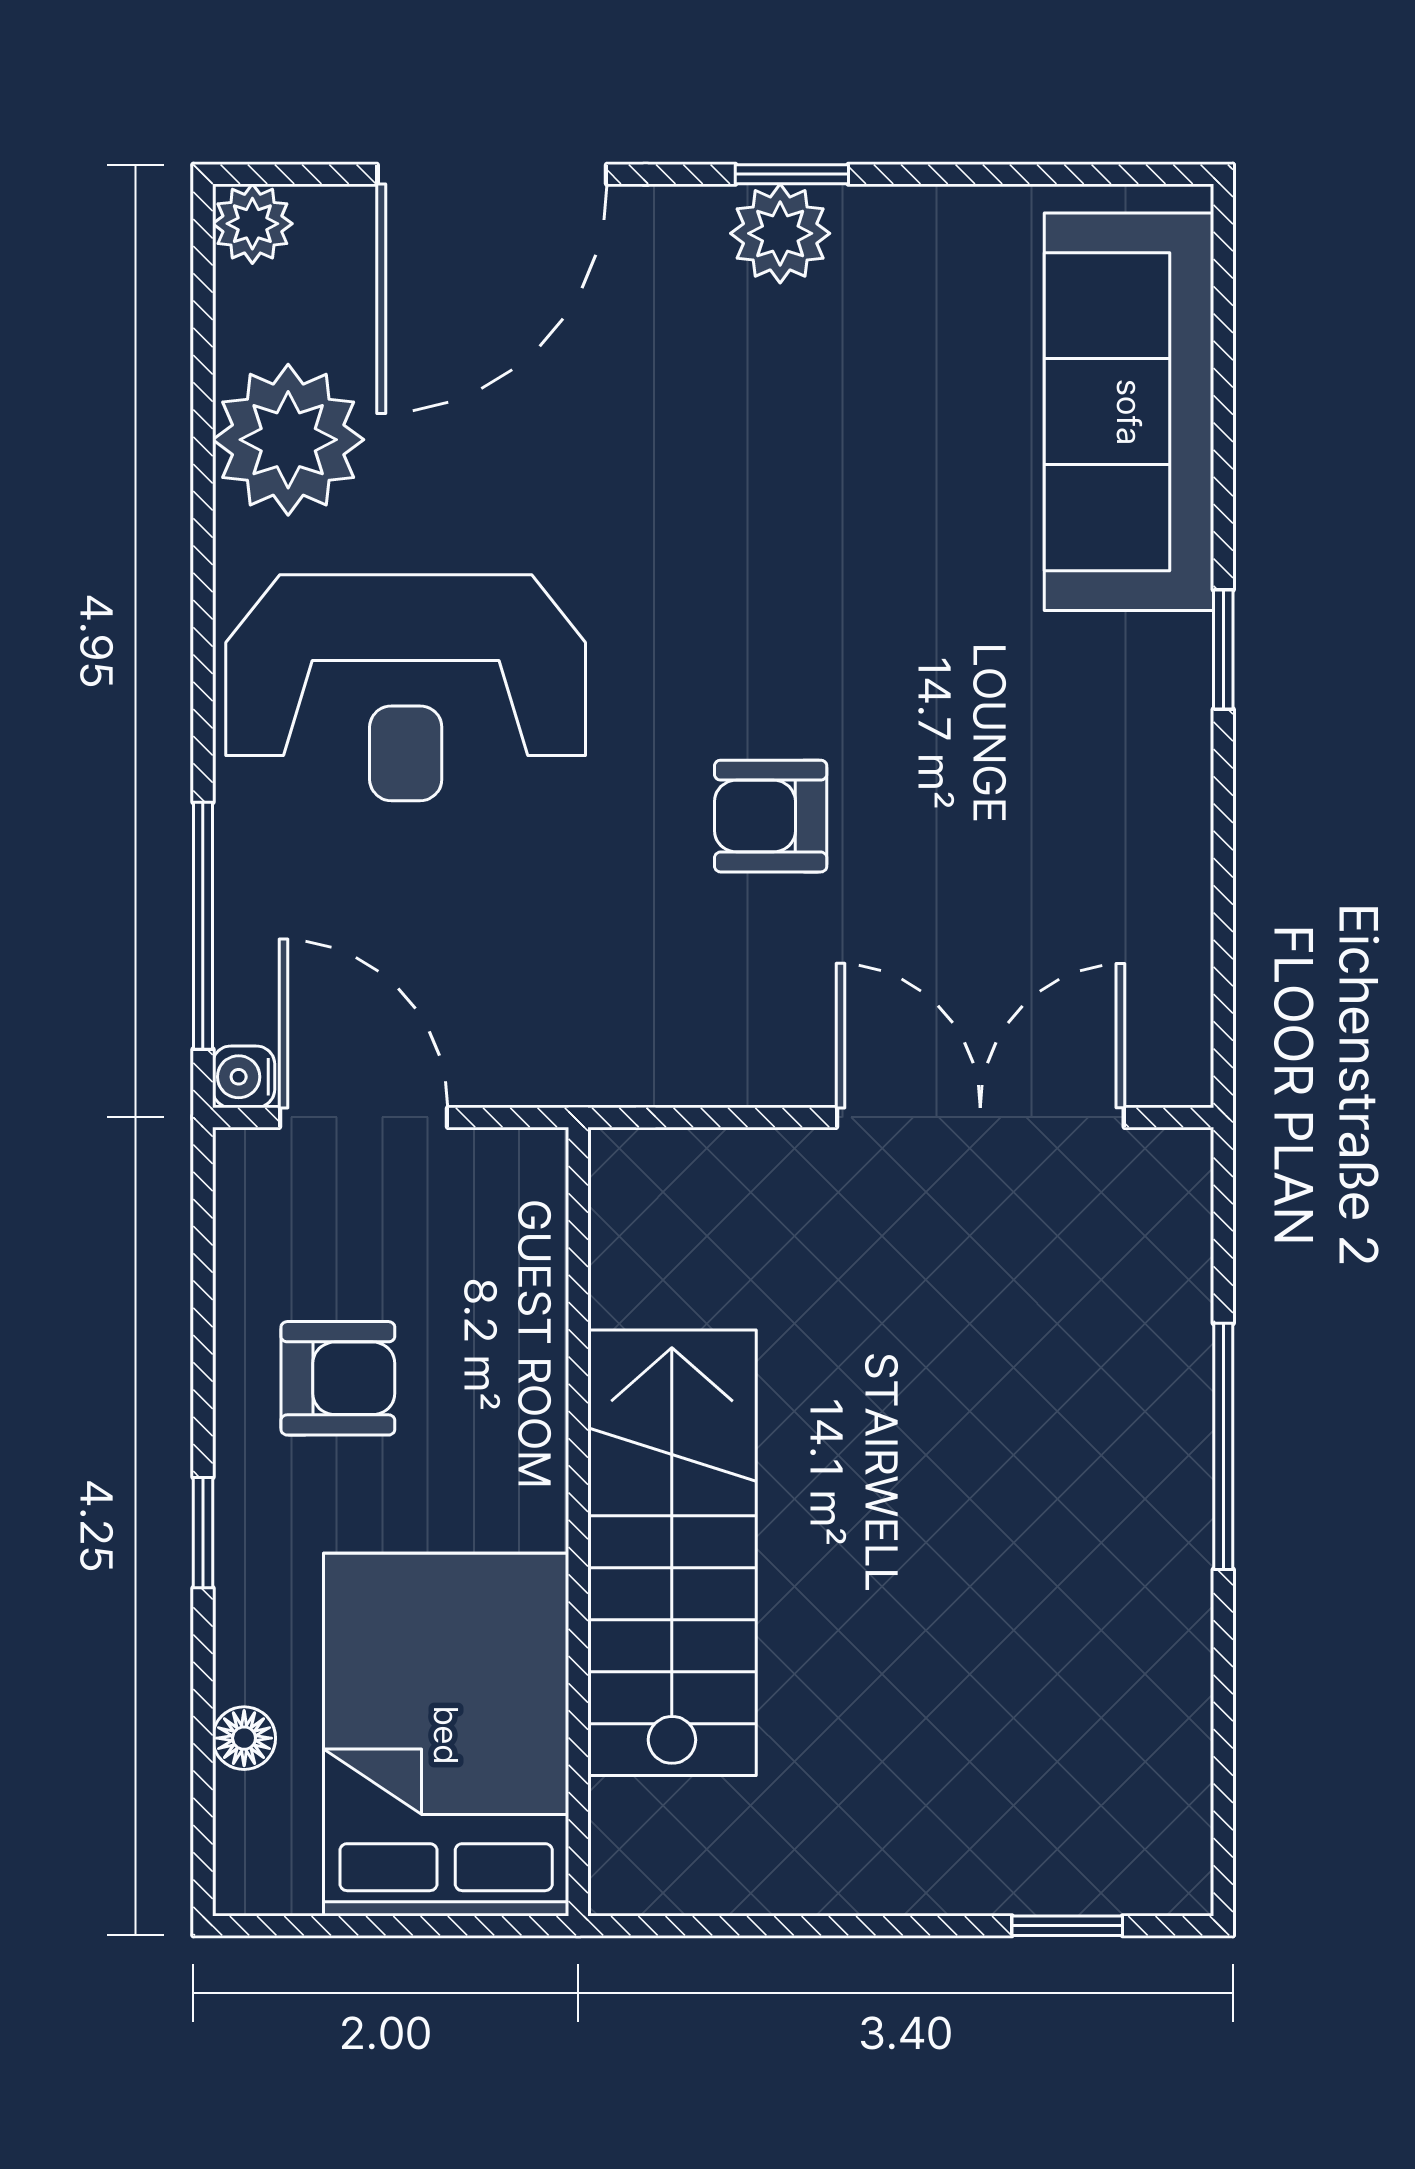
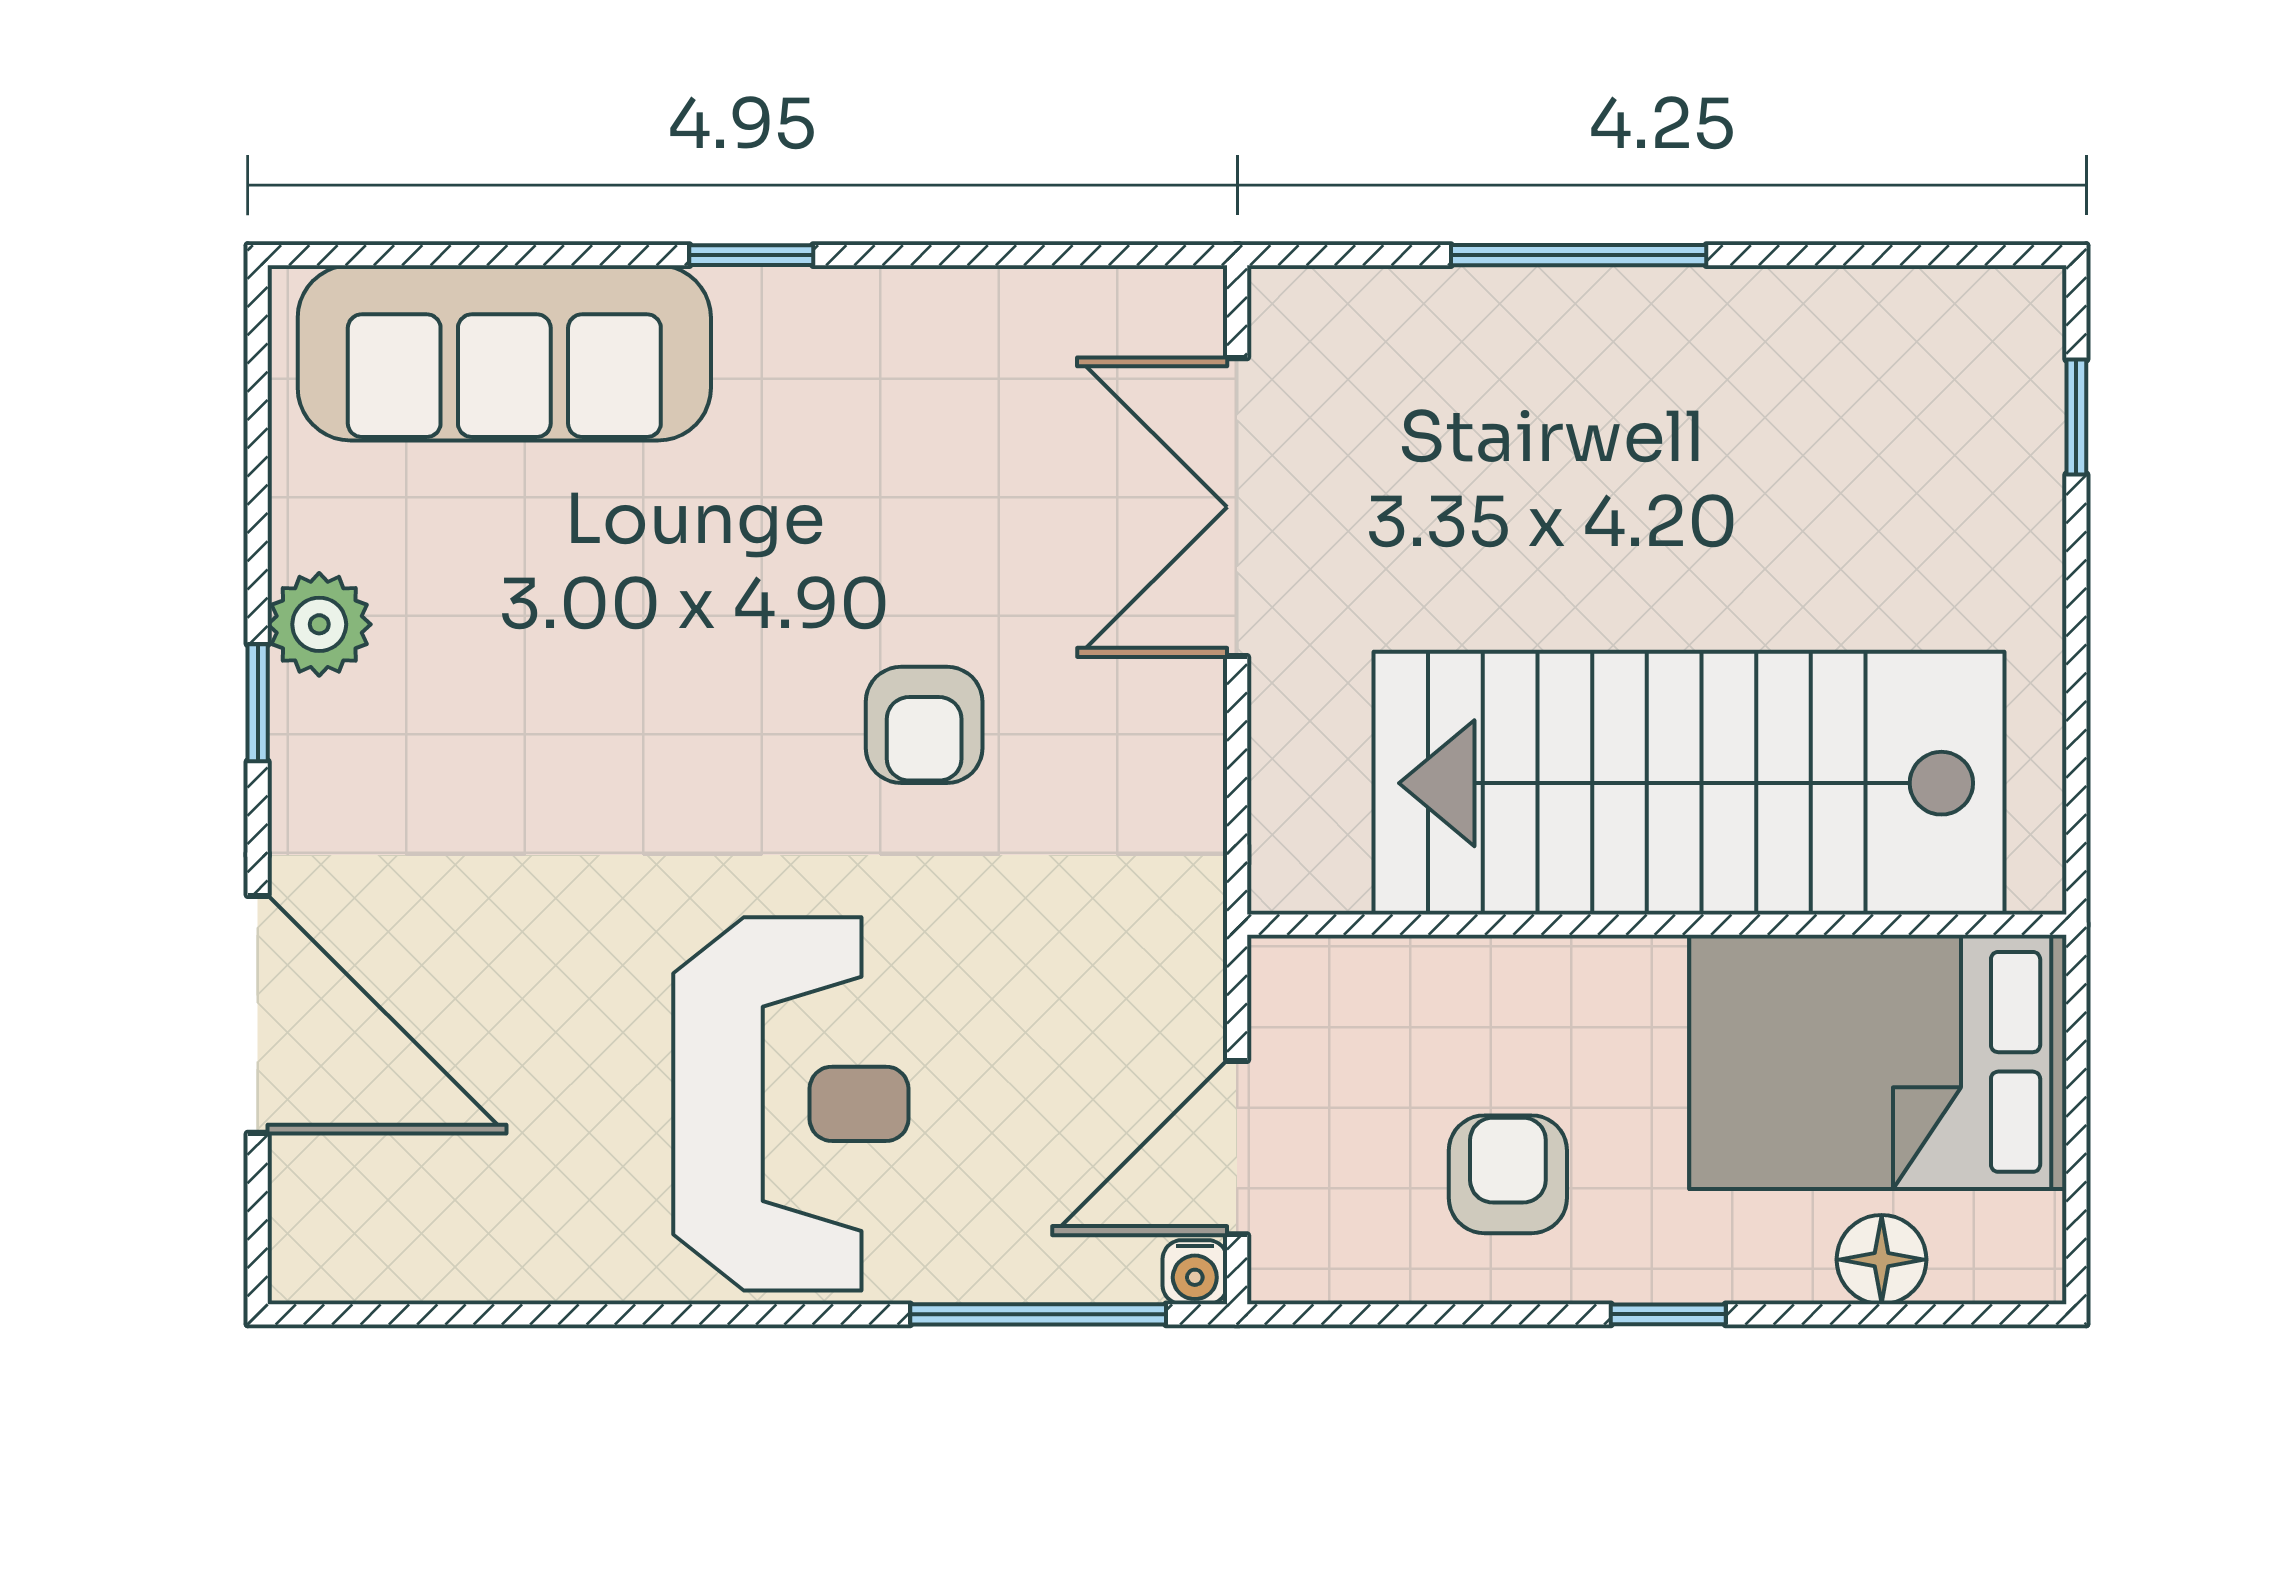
plant: (252, 224) -> (309, 1263), removed
plant: (780, 233) -> (319, 624), moved
plant: (288, 440) -> (533, 1226), removed
stairs: (672, 1553) -> (1689, 783), width x1.36, depth x1.51
floor lamp: (244, 1738) -> (1882, 1260), width x1.37, depth x1.37

